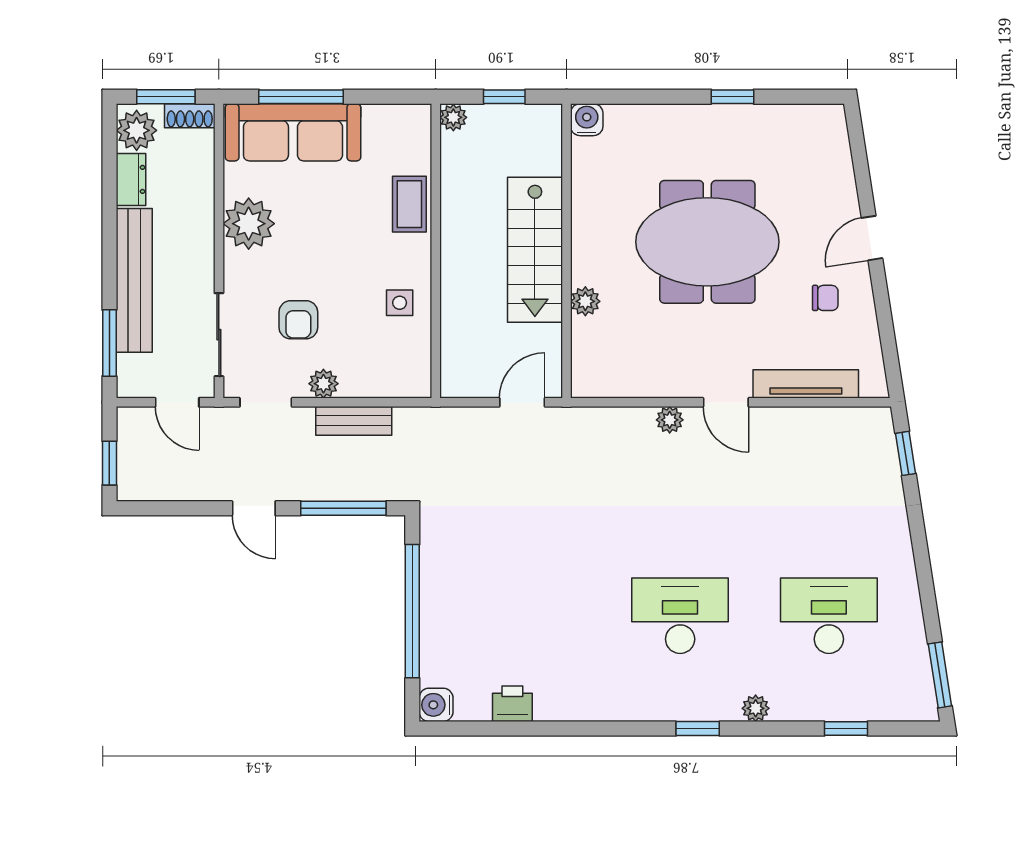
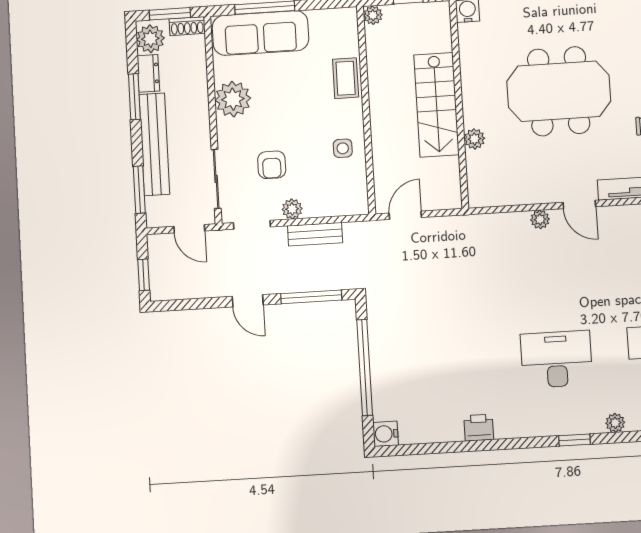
window: (109, 211) -> (134, 97), added
door: (522, 402) -> (405, 215), moved
printer: (512, 704) -> (479, 428), moved

